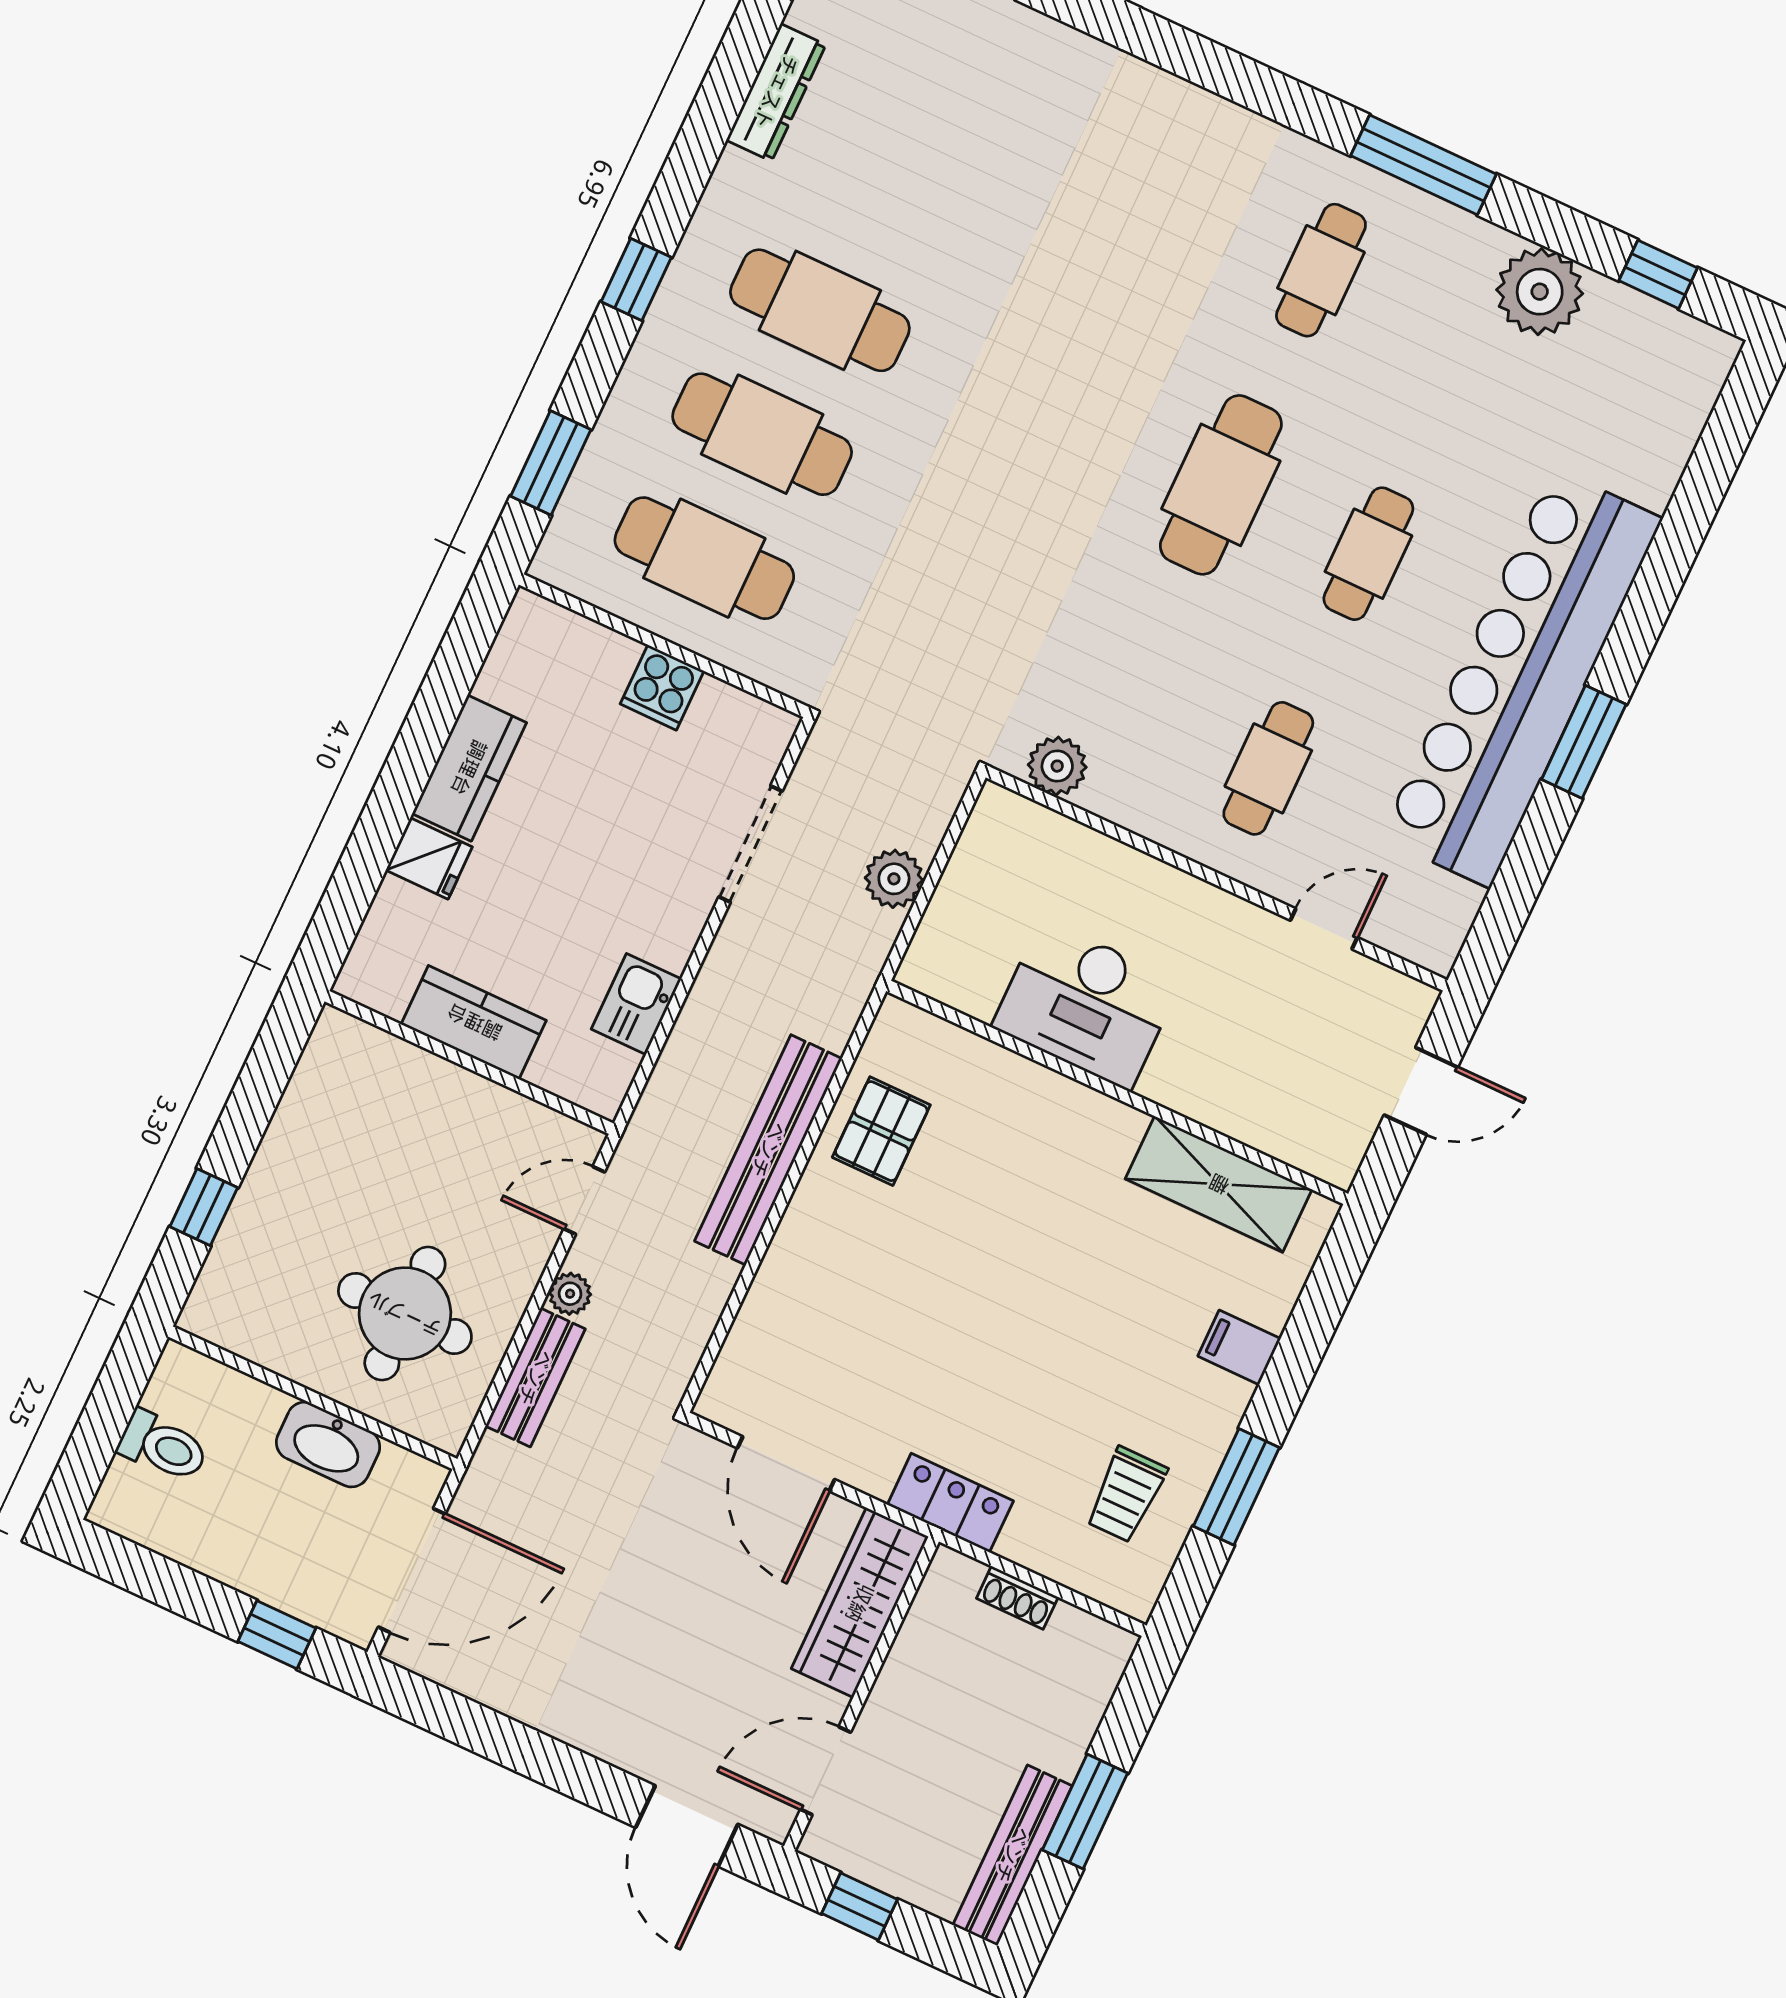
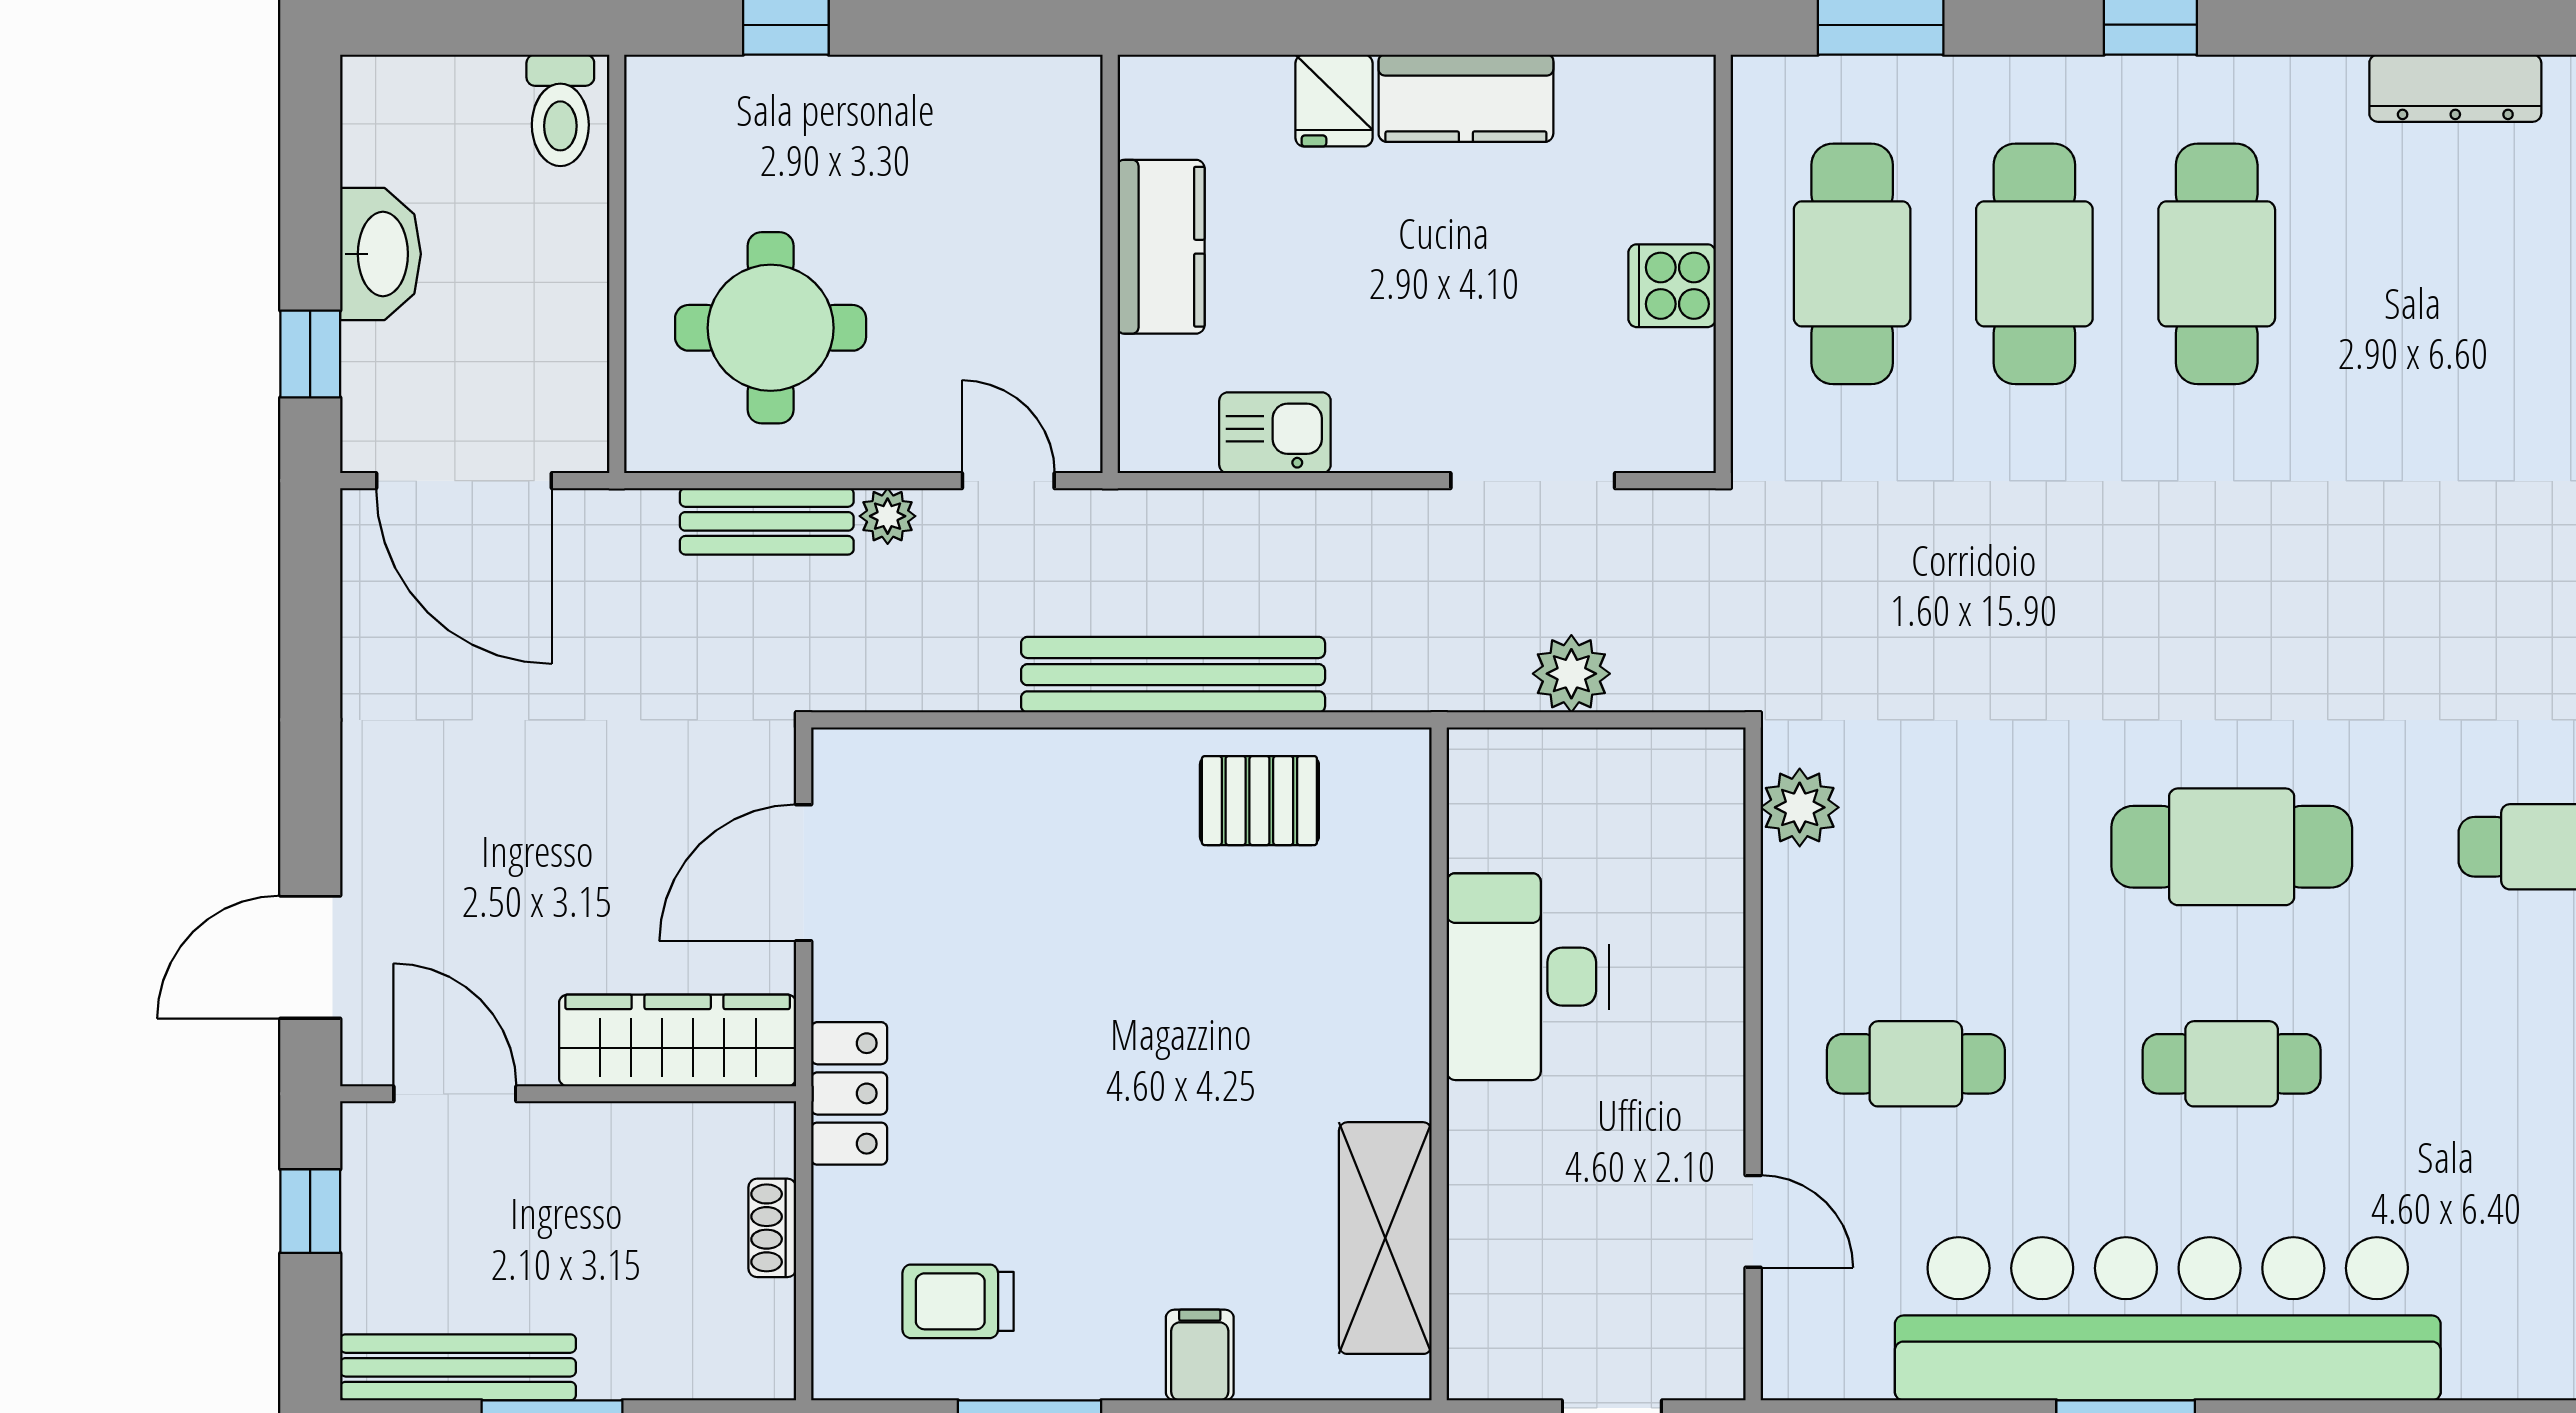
washbasin: (328, 1445) -> (380, 254), moved, turned 180
toilet: (163, 1446) -> (560, 110), moved

